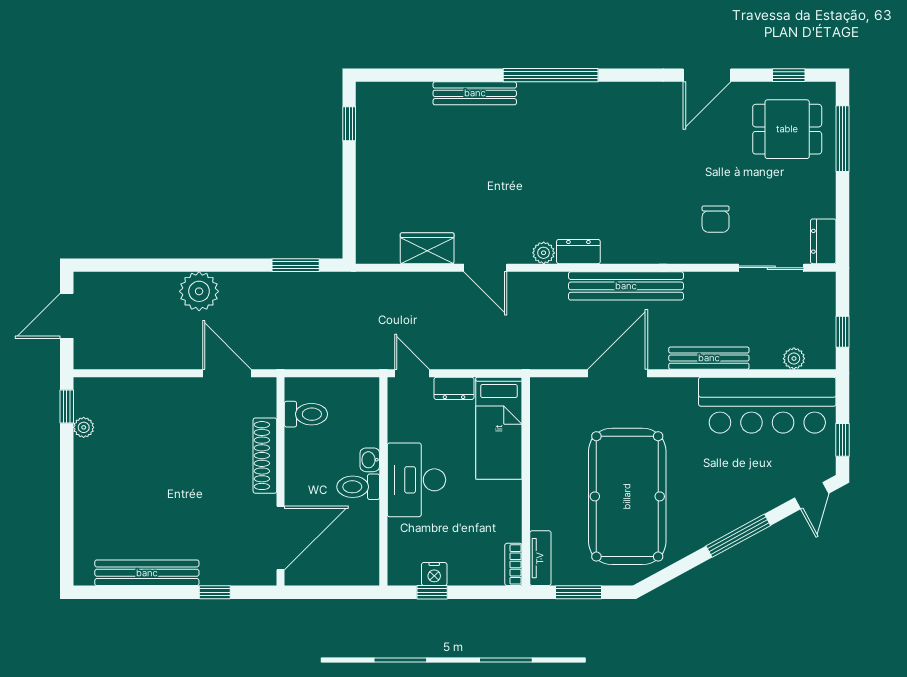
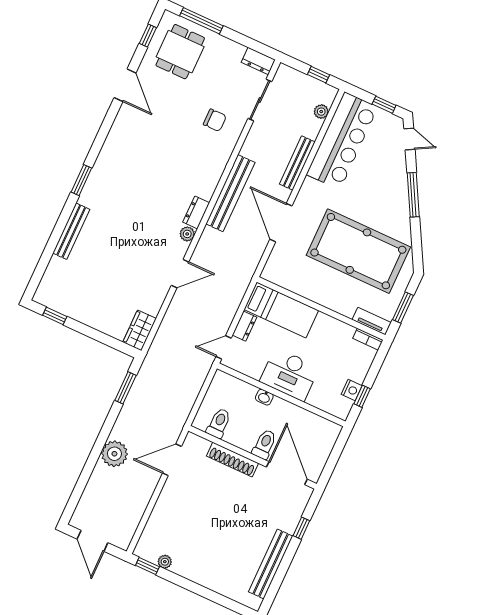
window: (551, 75) -> (81, 180), width x0.47
wardrobe: (427, 248) -> (140, 330), moved
toilet: (358, 487) -> (264, 444), moved, turned 180

